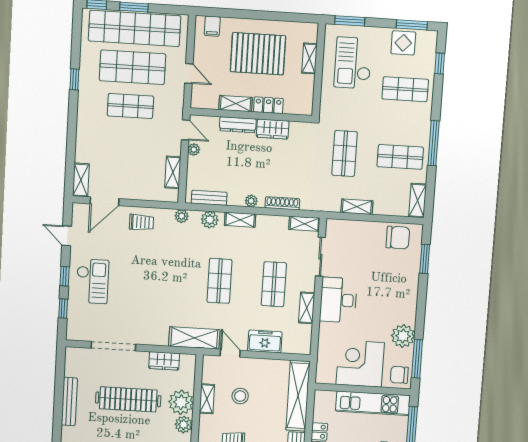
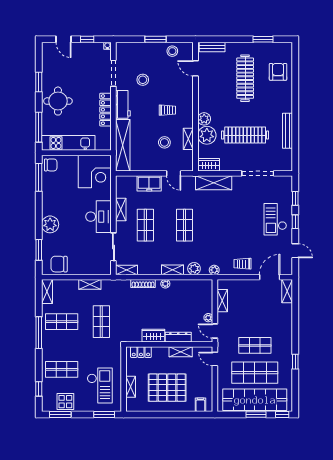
door: (189, 74) -> (215, 359), moved
locker: (268, 105) -> (141, 352), moved
bench: (209, 198) -> (195, 284), removed
plant: (403, 336) -> (50, 224), moved
shelving: (194, 338) -> (214, 183), moved
wardrobe: (164, 361) -> (209, 165), moved
corner desk: (360, 364) -> (95, 171), moved

